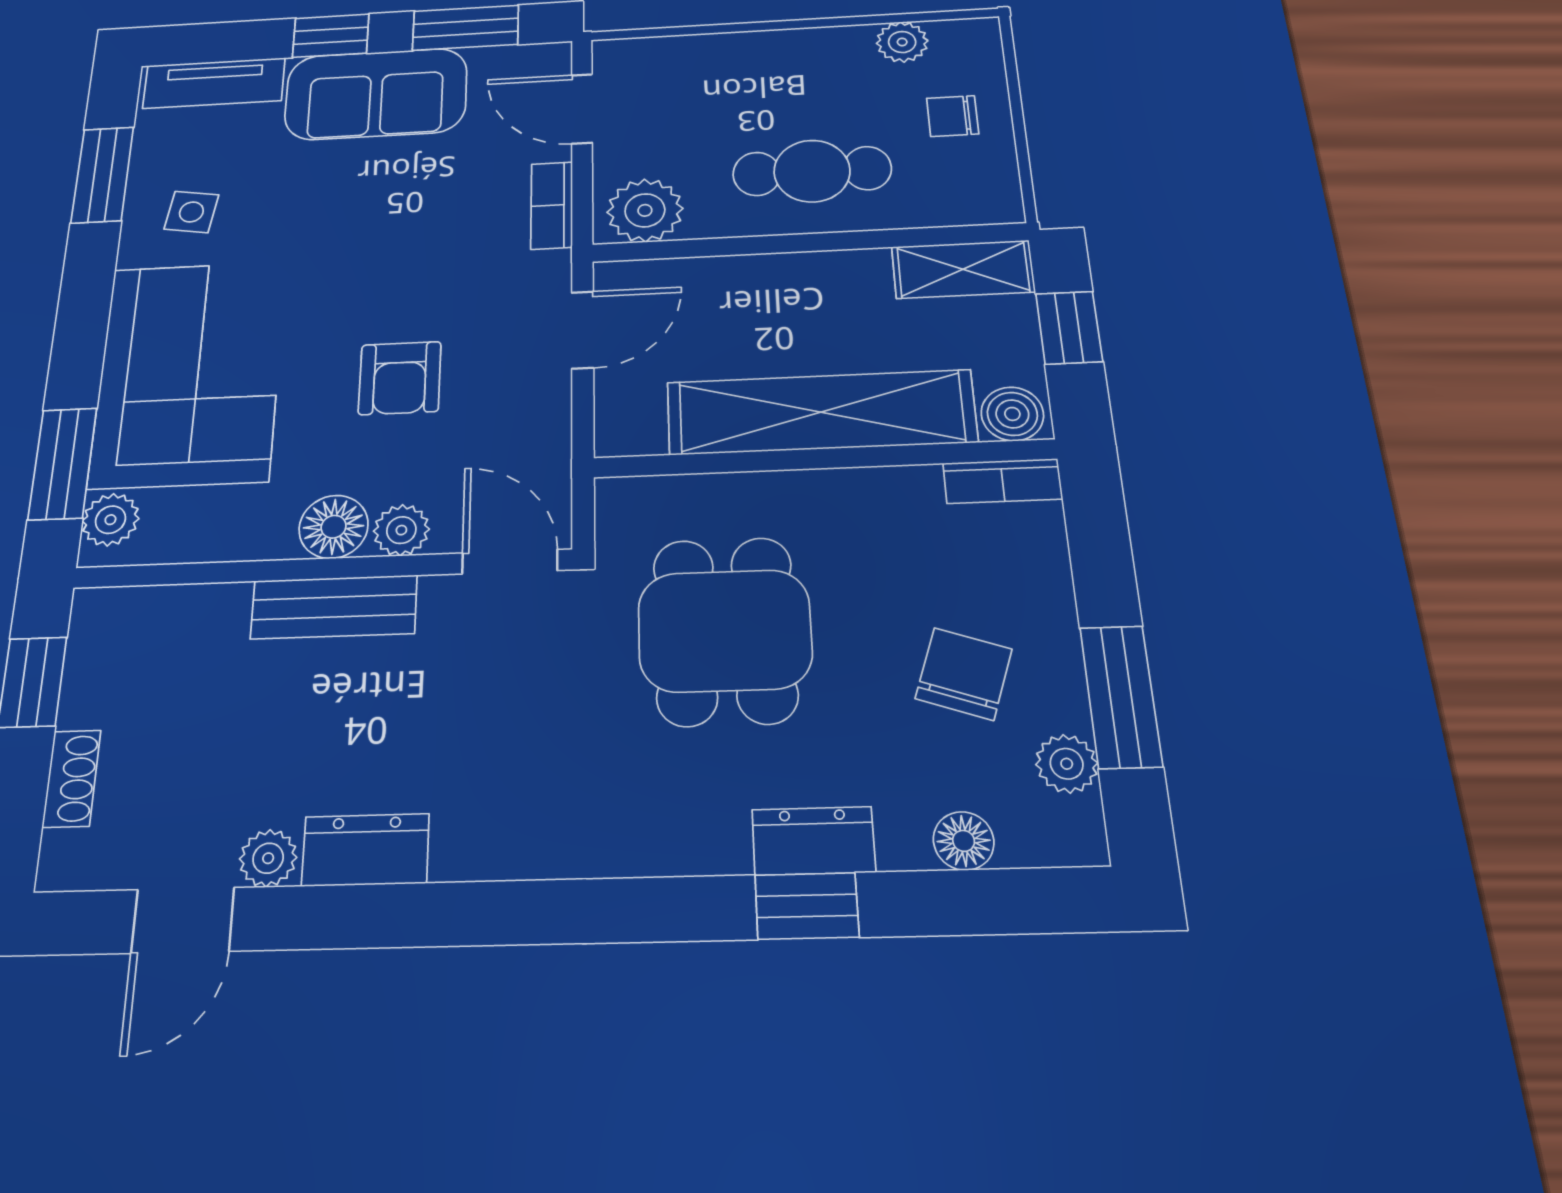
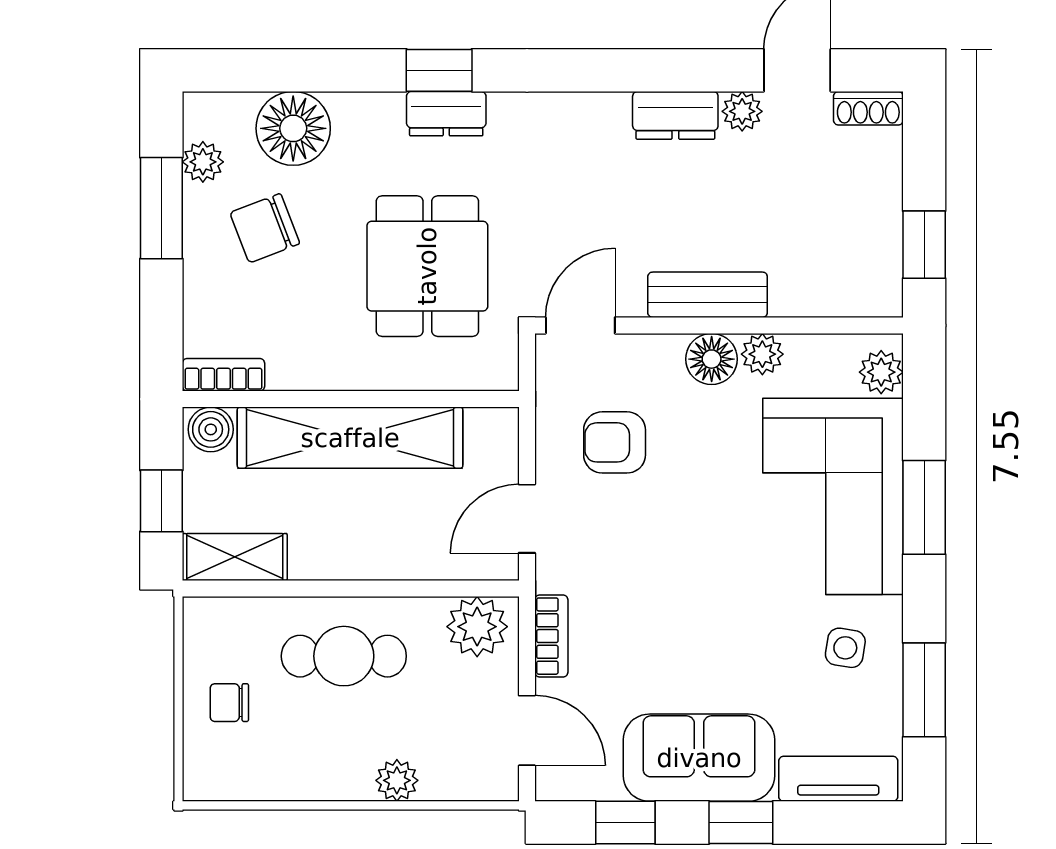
window: (466, 28) -> (625, 823), width x0.67
plant: (902, 42) -> (397, 780), moved
chair: (953, 116) -> (229, 703), turned 180
armchair: (400, 378) -> (615, 442), moved, turned -90
window: (63, 464) -> (924, 507), moved
plant: (401, 530) -> (762, 354), moved
door: (510, 562) -> (580, 325), swing flipped
chair: (964, 674) -> (265, 228), turned 50
shoe rack: (72, 779) -> (868, 108), moved, turned -90
dresser: (813, 841) -> (446, 114), moved
floor lamp: (964, 841) -> (293, 128), width x1.89, depth x1.89
window: (807, 906) -> (439, 70), moved

